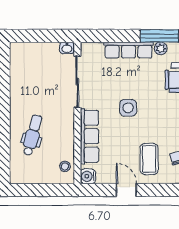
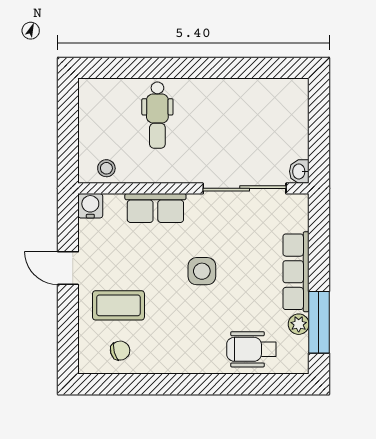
dental chair: (32, 135) -> (157, 115), turned 75
row of seats: (89, 136) -> (155, 208), width x0.68
door: (126, 190) -> (68, 268), swing flipped

